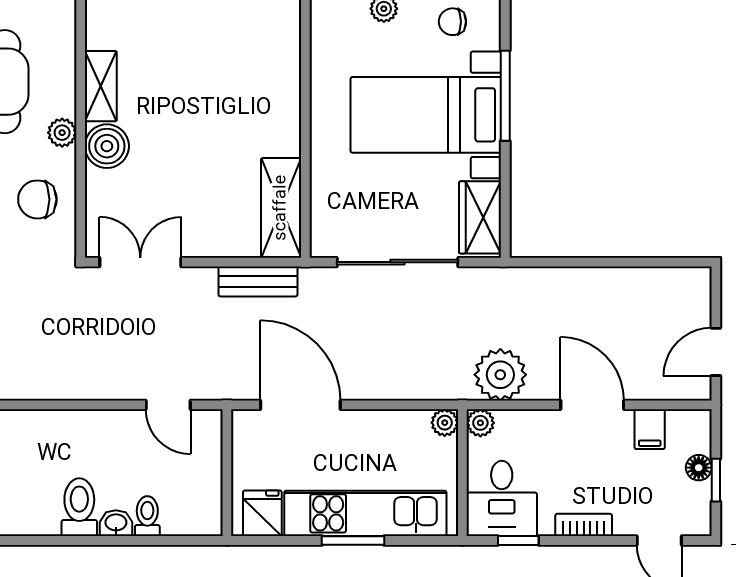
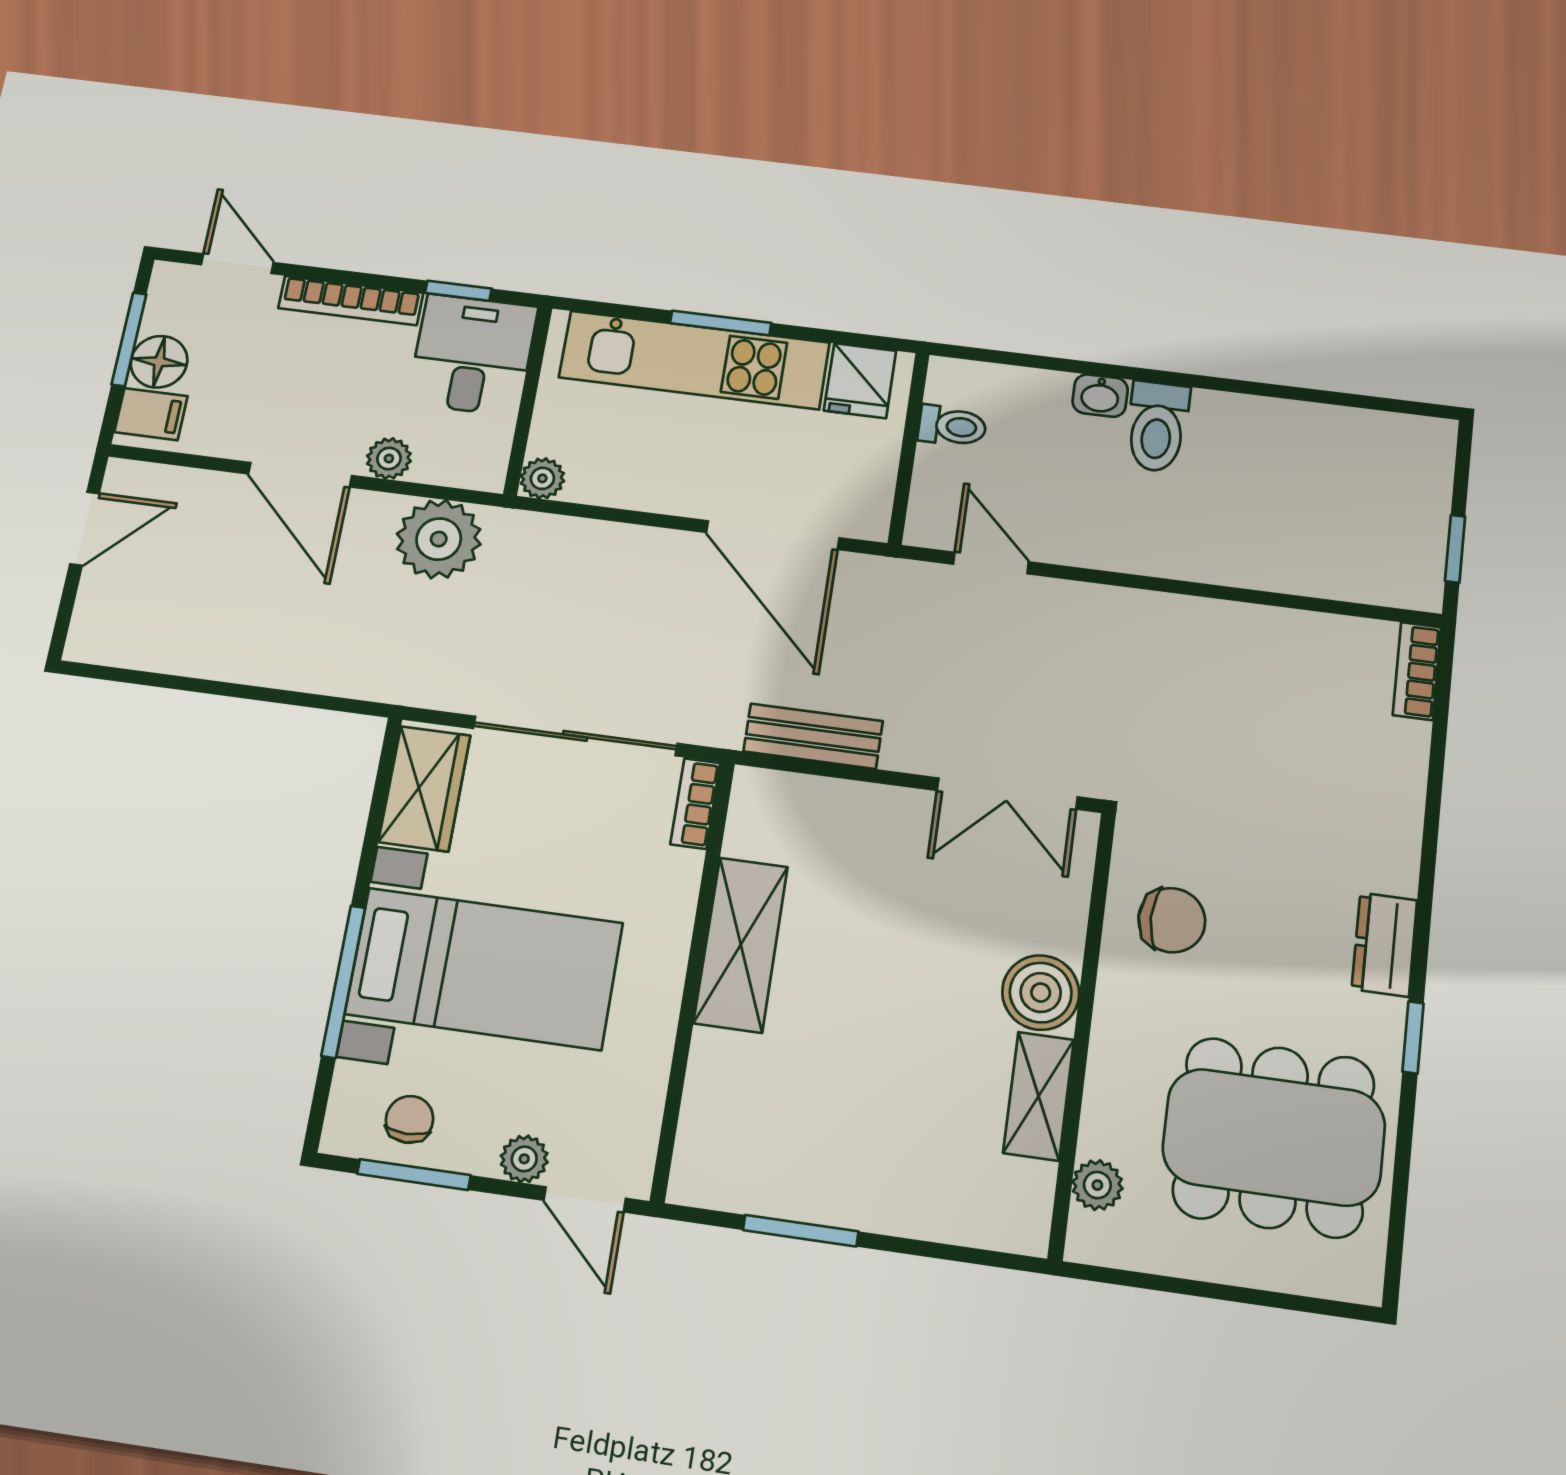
chair: (452, 22) -> (409, 1119), turned -90
plant: (62, 133) -> (1097, 1185), moved
shelving: (281, 208) -> (741, 945), moved
bookcase: (320, 231) -> (695, 804), added
plant: (480, 423) -> (389, 459), moved
filing cabinet: (650, 429) -> (151, 414), moved, turned 90
floor lamp: (699, 468) -> (159, 362), width x1.37, depth x1.37
window: (716, 480) -> (129, 339), width x1.50
toilet: (147, 516) -> (952, 426), moved, turned -90
bookcase: (584, 525) -> (351, 300), width x1.56

